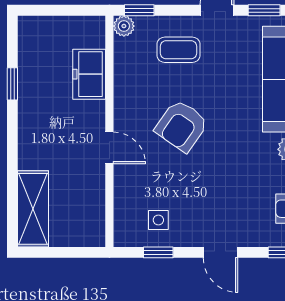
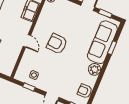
coffee table: (179, 50) -> (67, 15), removed
armchair: (181, 126) -> (57, 44), turned 59

